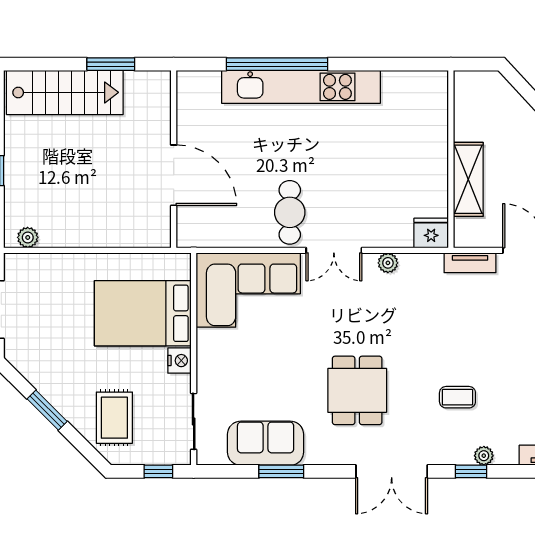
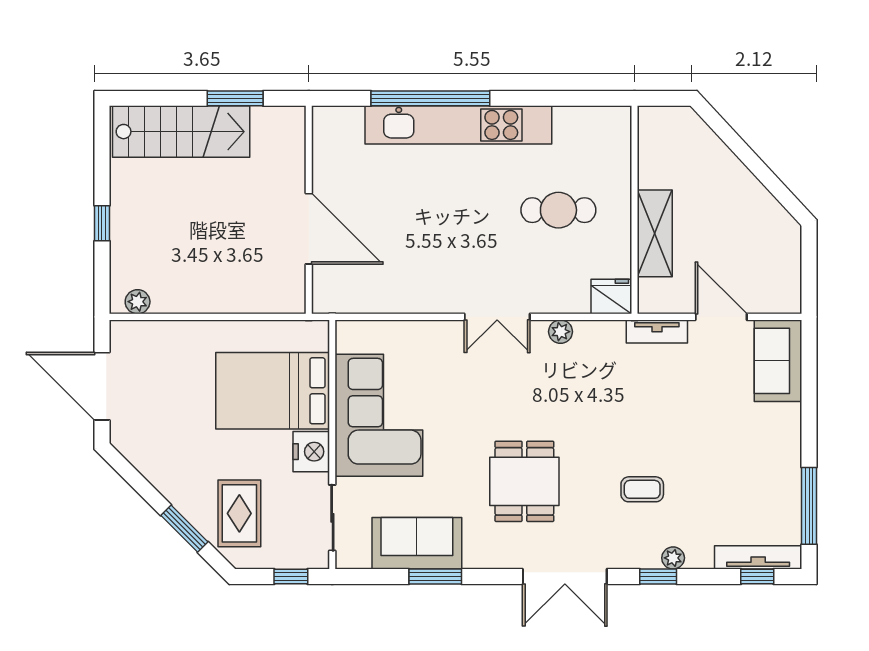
cafe table: (290, 212) -> (558, 210), moved, turned 90
corner sofa: (248, 290) -> (379, 415), moved, turned -90
nightstand: (179, 361) -> (311, 452), width x1.36, depth x1.33
window: (47, 410) -> (184, 529), moved

